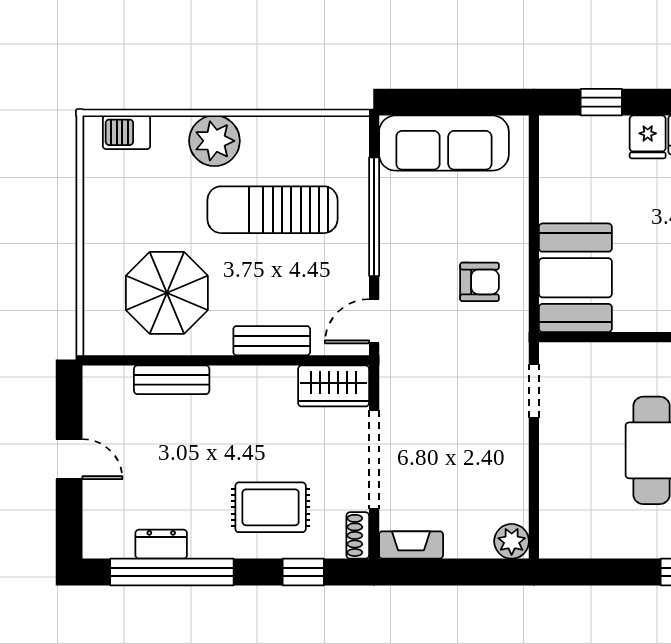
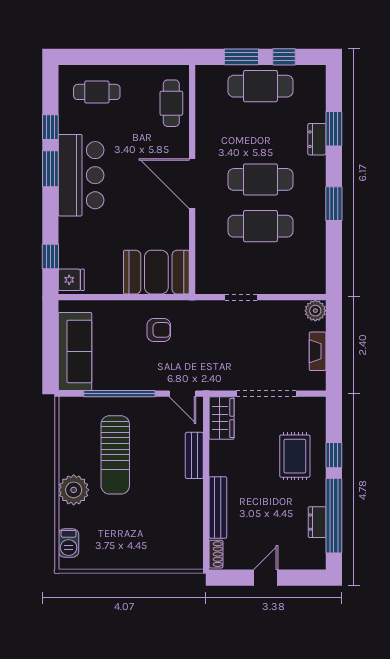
fridge: (648, 137) -> (71, 280), moved
armchair: (480, 282) -> (159, 330), turned 90
parasol: (167, 293) -> (165, 519), removed
bench: (172, 380) -> (218, 508), width x1.36
doorway: (534, 391) -> (241, 297), moved
shoe rack: (358, 535) -> (216, 554), moved, turned -90
fireplace: (411, 545) -> (318, 351), moved
window: (303, 572) -> (334, 455), moved

